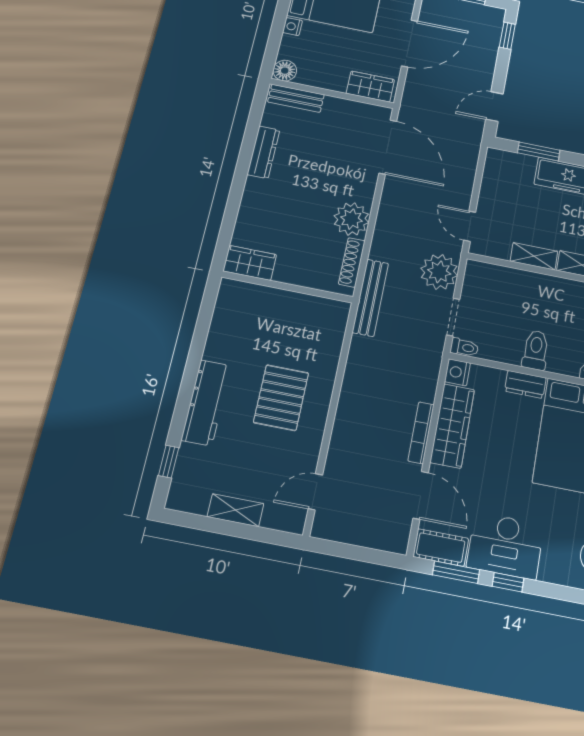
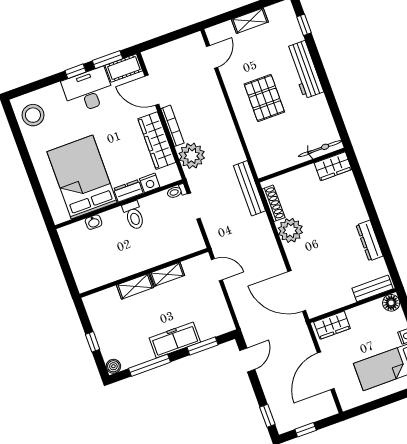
plant: (439, 272) -> (192, 156), moved
bicycle: (252, 293) -> (320, 149), added
nightstand: (457, 372) -> (150, 183), moved, turned 90

